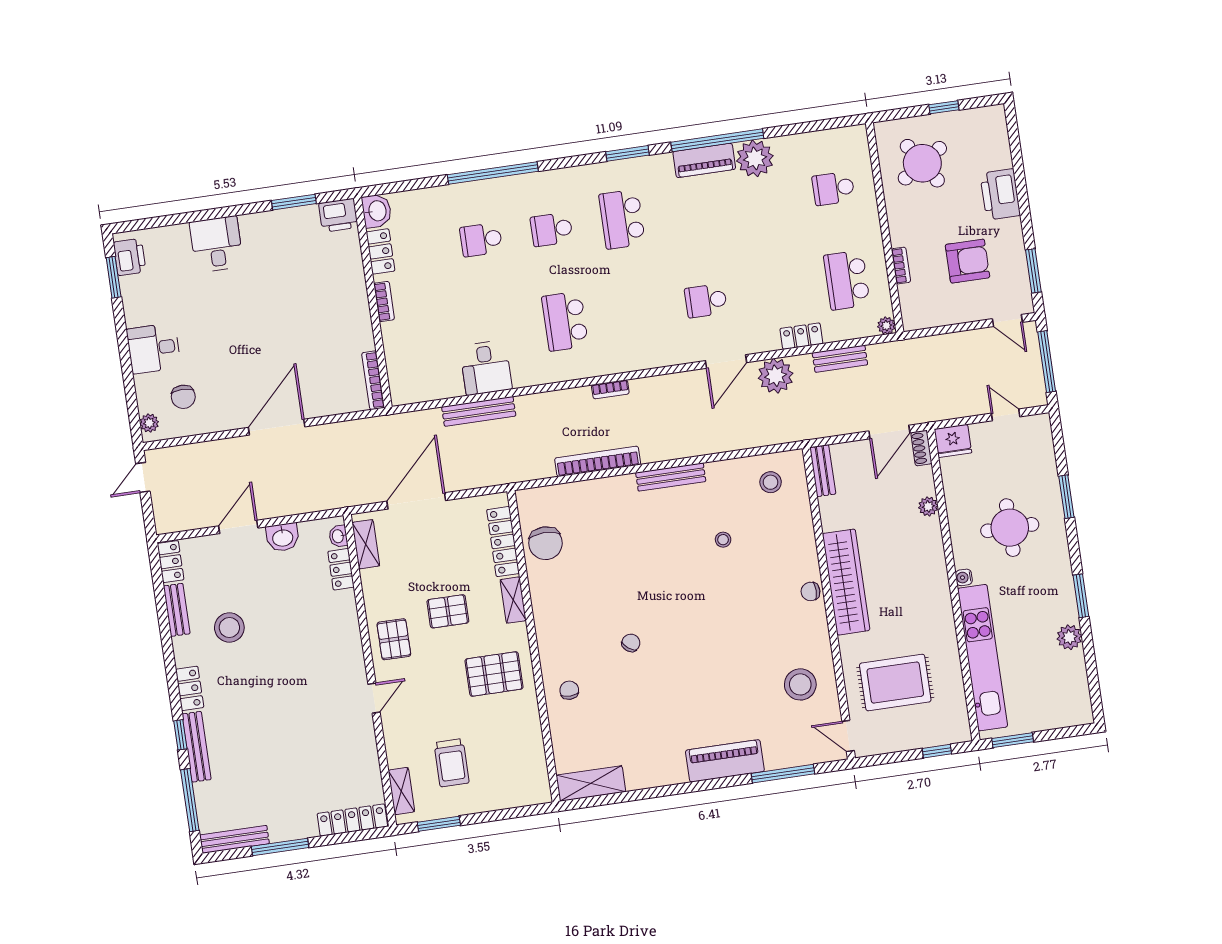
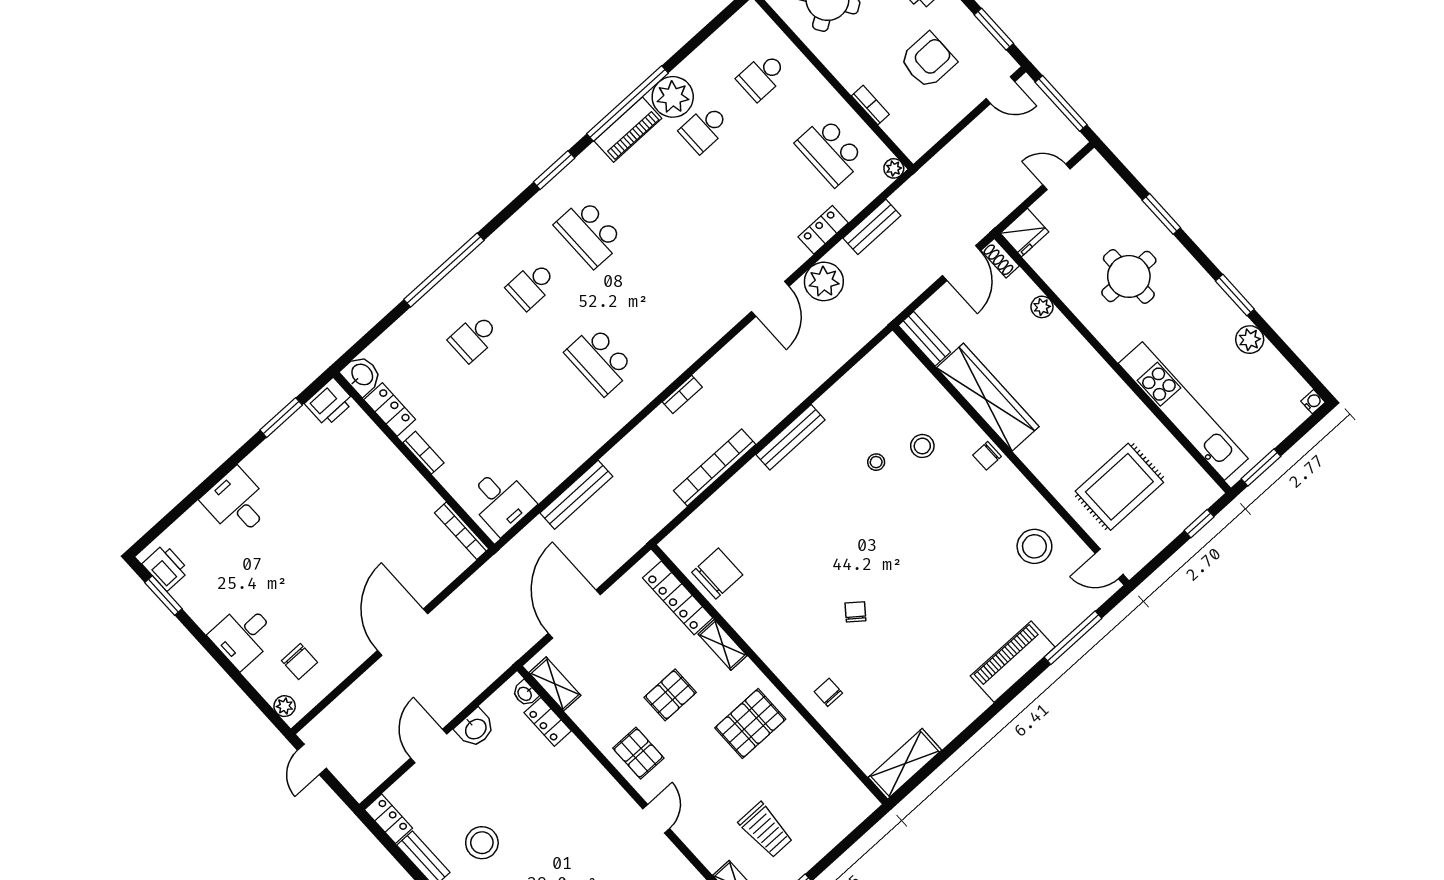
school desk: (706, 301) -> (704, 129), moved
desk: (486, 368) -> (501, 501), moved
stool: (771, 482) -> (922, 446), moved
chair: (545, 543) -> (717, 574), turned -90
water cooler: (964, 577) -> (1313, 402), moved, turned 180
wardrobe: (846, 582) -> (988, 397), moved

